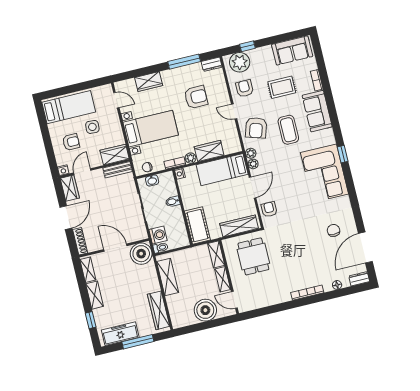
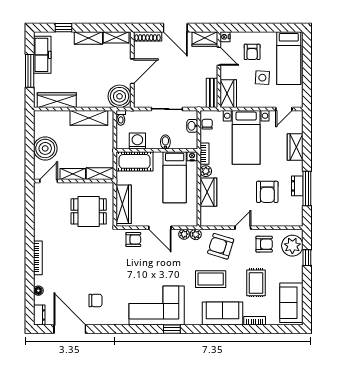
dresser: (212, 64) -> (297, 186), moved
bed: (222, 170) -> (175, 177), moved, turned 180
washing machine: (158, 235) -> (137, 141), moved, turned 180

